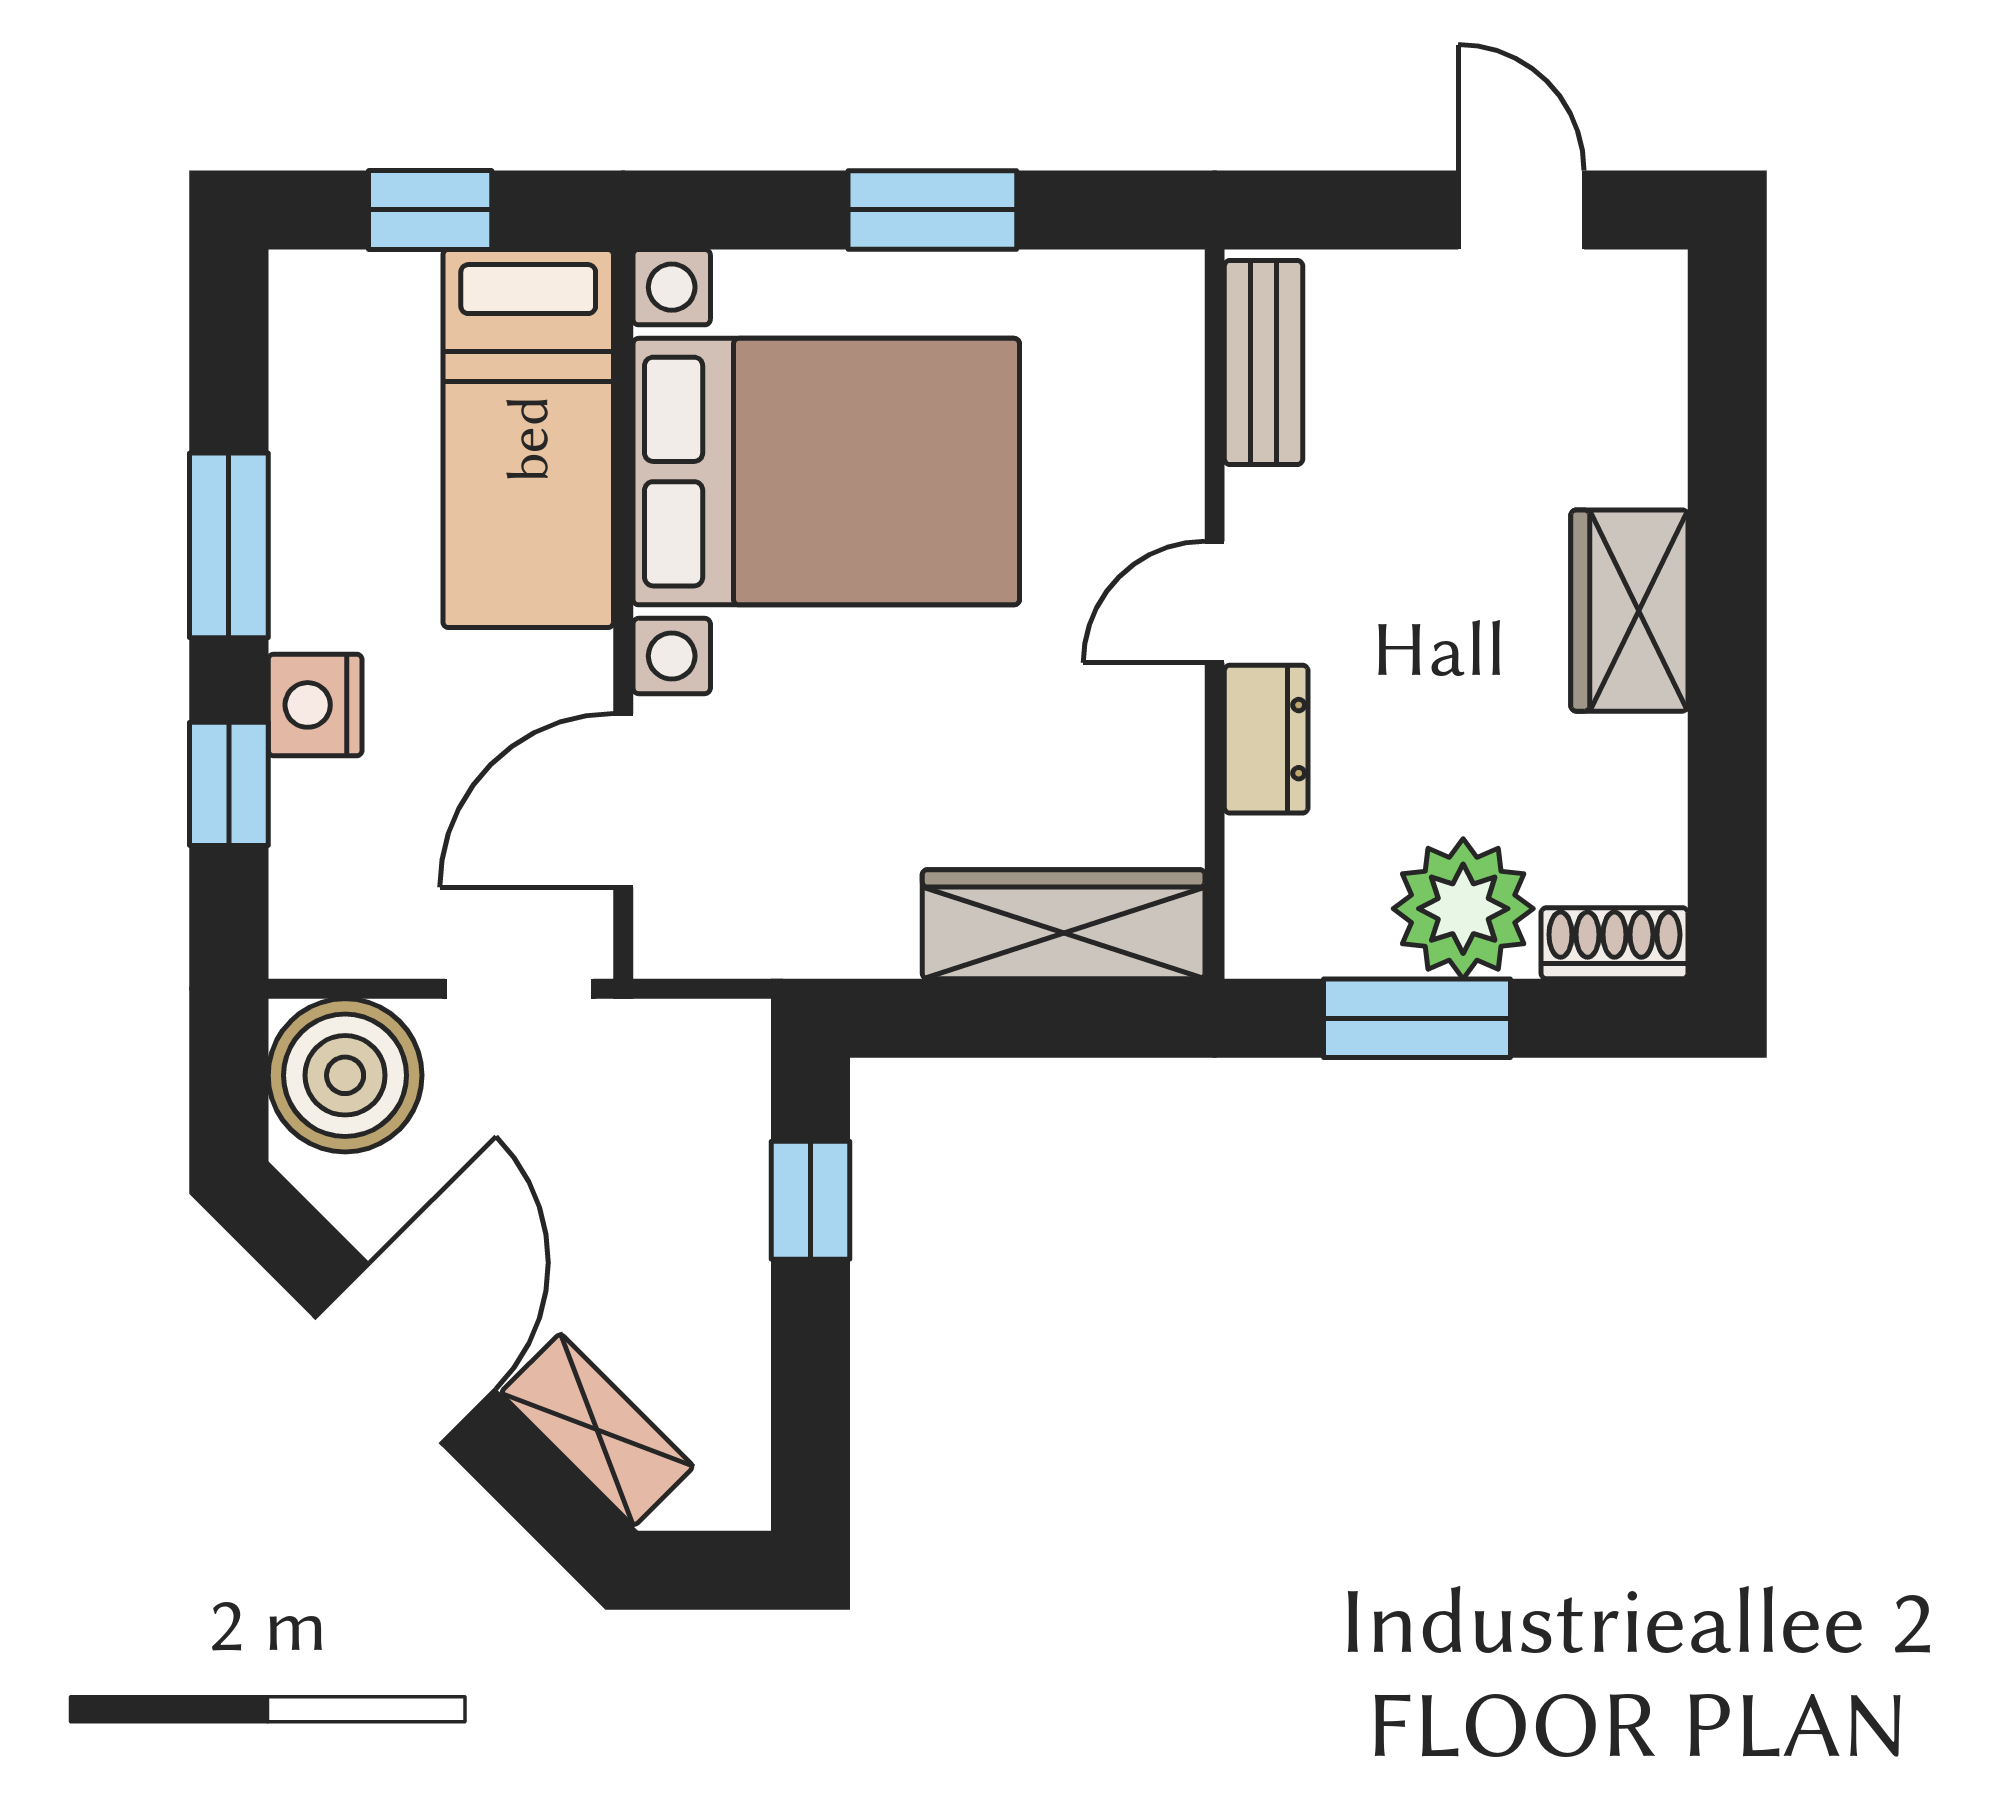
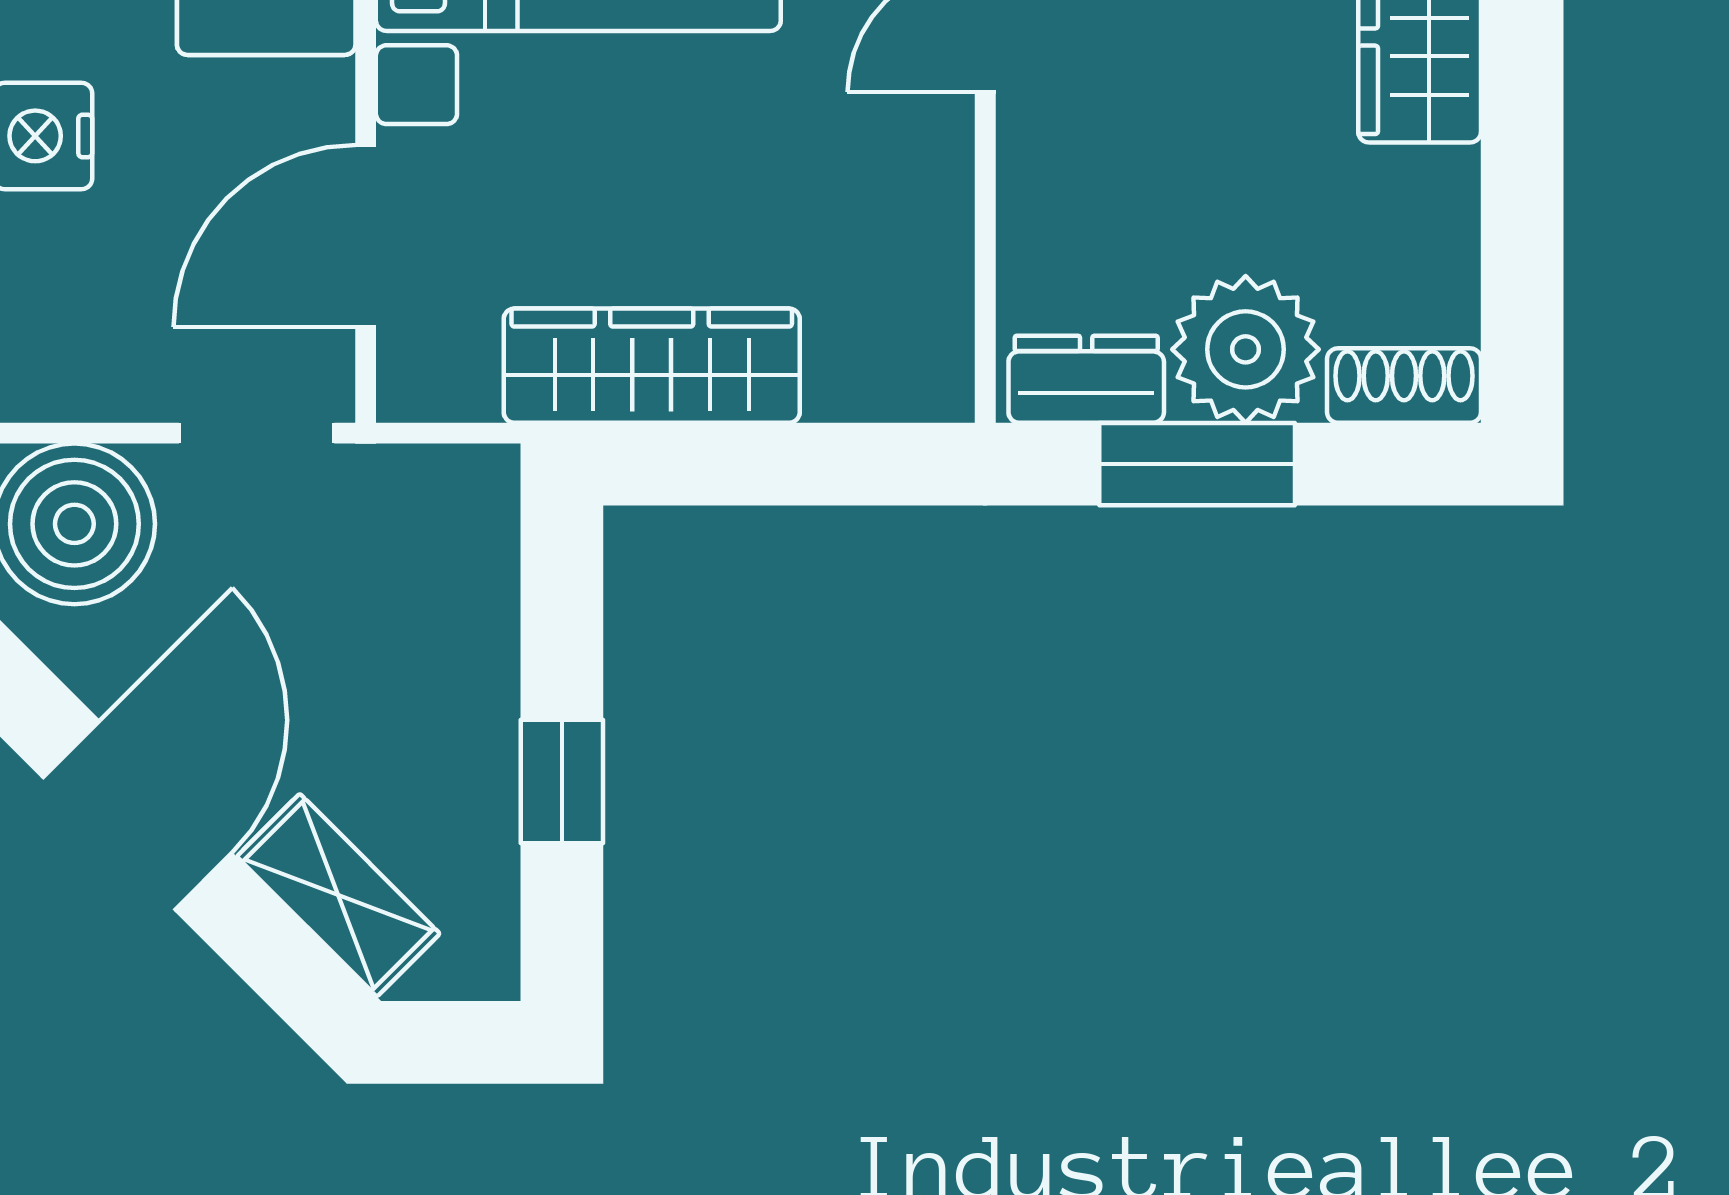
dresser: (1266, 739) -> (1086, 379), moved, turned -90
wardrobe: (1064, 924) -> (652, 366), moved
window: (810, 1200) -> (562, 781), moved

